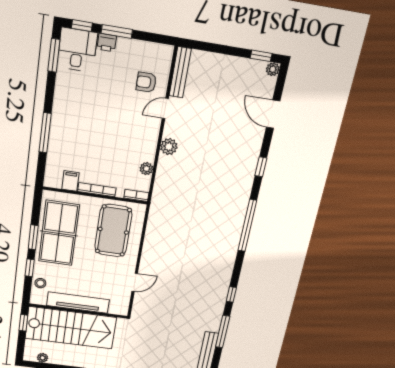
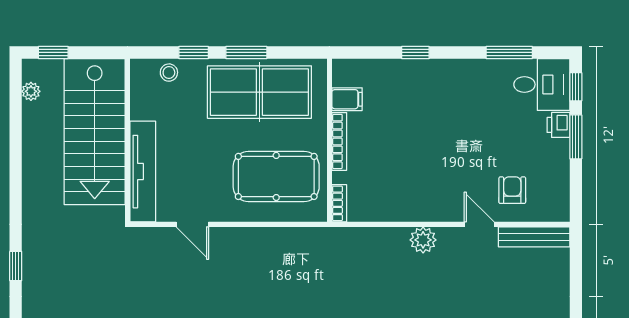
window: (54, 55) -> (509, 52), moved
window: (45, 133) -> (415, 52), width x0.46
plant: (146, 169) -> (384, 212), removed
tv unit: (78, 303) -> (143, 172), moved
window: (23, 323) -> (53, 52), moved

